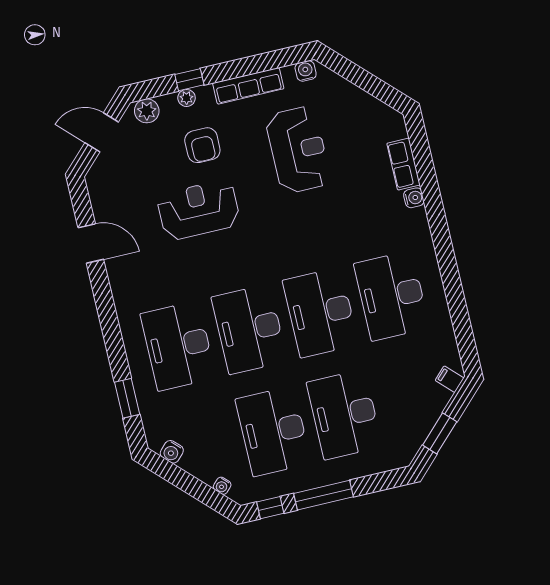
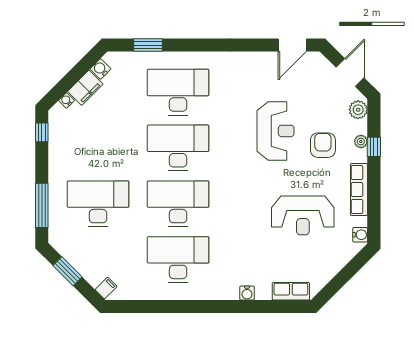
armchair: (202, 145) -> (323, 145), turned 90
row of seats: (404, 164) -> (291, 291), moved
door: (91, 243) -> (292, 45), moved
desk: (273, 431) -> (98, 148), removed
filing cabinet: (200, 466) -> (85, 88), added
window: (324, 495) -> (42, 205), moved

